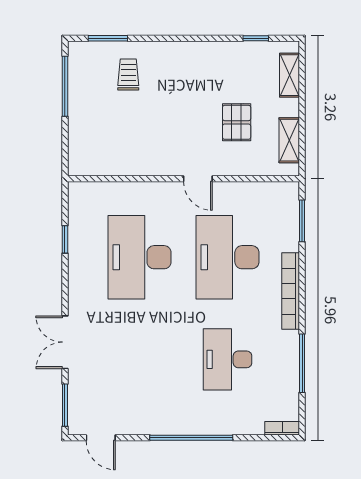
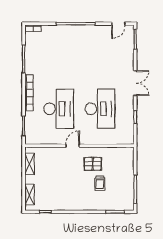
trolley: (128, 75) -> (100, 183), moved
pallet: (237, 122) -> (93, 164), moved, turned 90
door: (198, 179) -> (73, 146), hinge flipped
double door: (65, 342) -> (135, 83), moved
desk: (227, 359) -> (59, 61), removed
door: (101, 438) -> (118, 24), swing flipped

